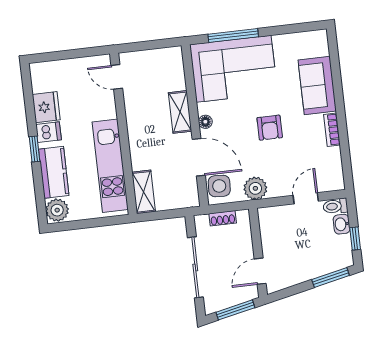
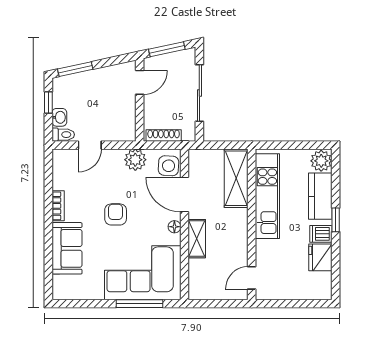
door: (117, 77) -> (252, 278), swing flipped
shelving: (144, 192) -> (236, 178), width x1.50, depth x1.33
shoe rack: (223, 218) -> (164, 135), width x1.43

